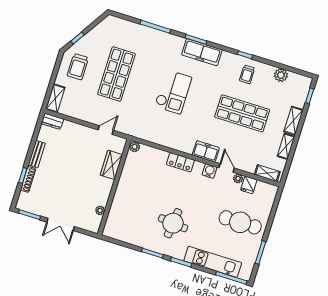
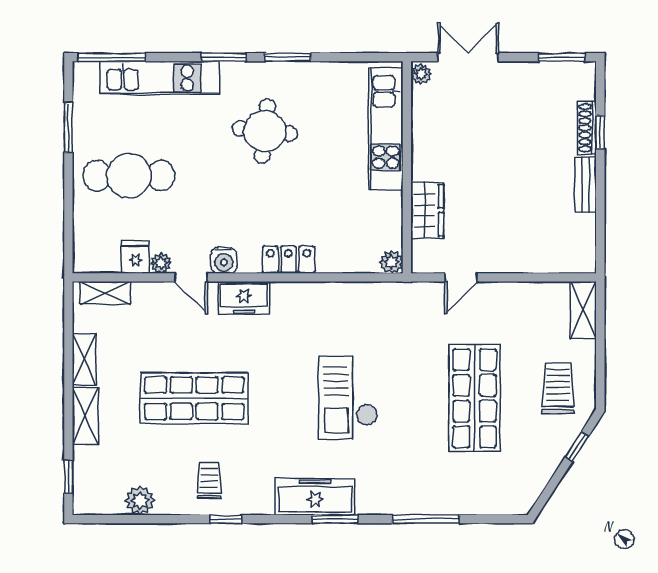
dresser: (52, 121) -> (575, 261), removed
kitchen unit: (119, 207) -> (386, 129), added
plant: (100, 210) -> (421, 74), moved
double door: (61, 224) -> (468, 57), moved

